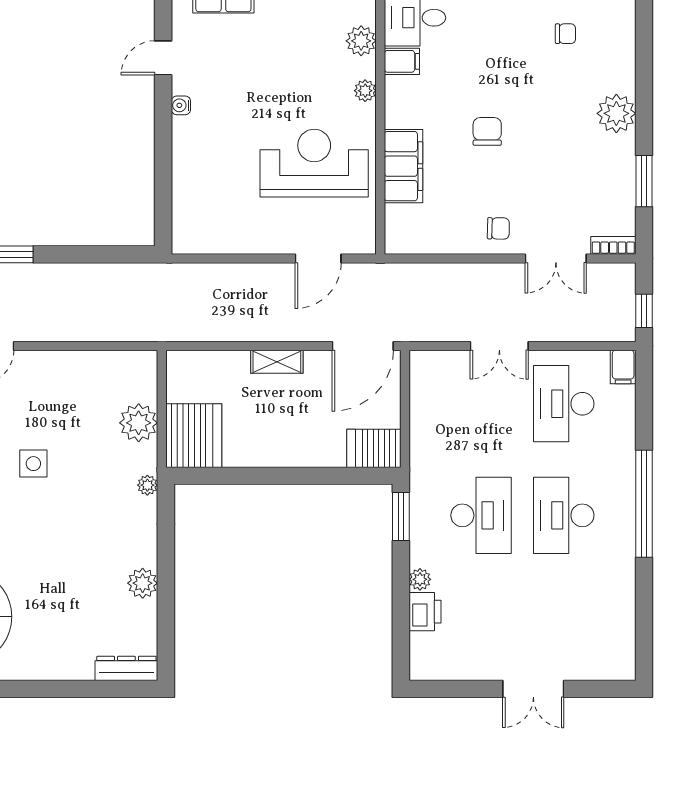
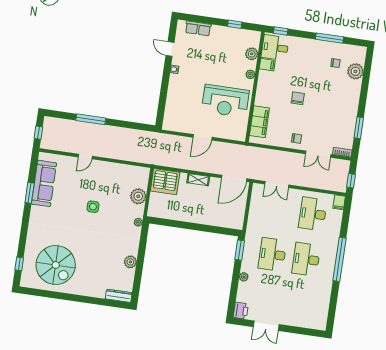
door: (163, 58) -> (170, 49), hinge flipped
plant: (616, 113) -> (355, 71), moved
reception desk: (314, 163) -> (225, 101), turned 180
filing cabinet: (404, 166) -> (259, 122), moved
door: (318, 259) -> (202, 137), moved
double door: (499, 346) -> (277, 185), moved
server rack: (194, 436) -> (165, 182), moved, turned 90
server rack: (374, 448) -> (233, 221), removed
desk: (481, 515) -> (272, 254), turned 180
printer: (425, 612) -> (241, 311), moved
double door: (533, 689) -> (266, 326), moved

